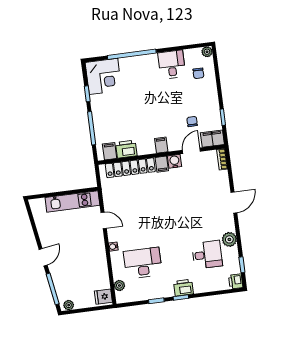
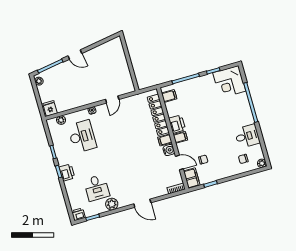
printer: (126, 149) -> (177, 124), moved
kitchen unit: (72, 201) -> (124, 72), removed

